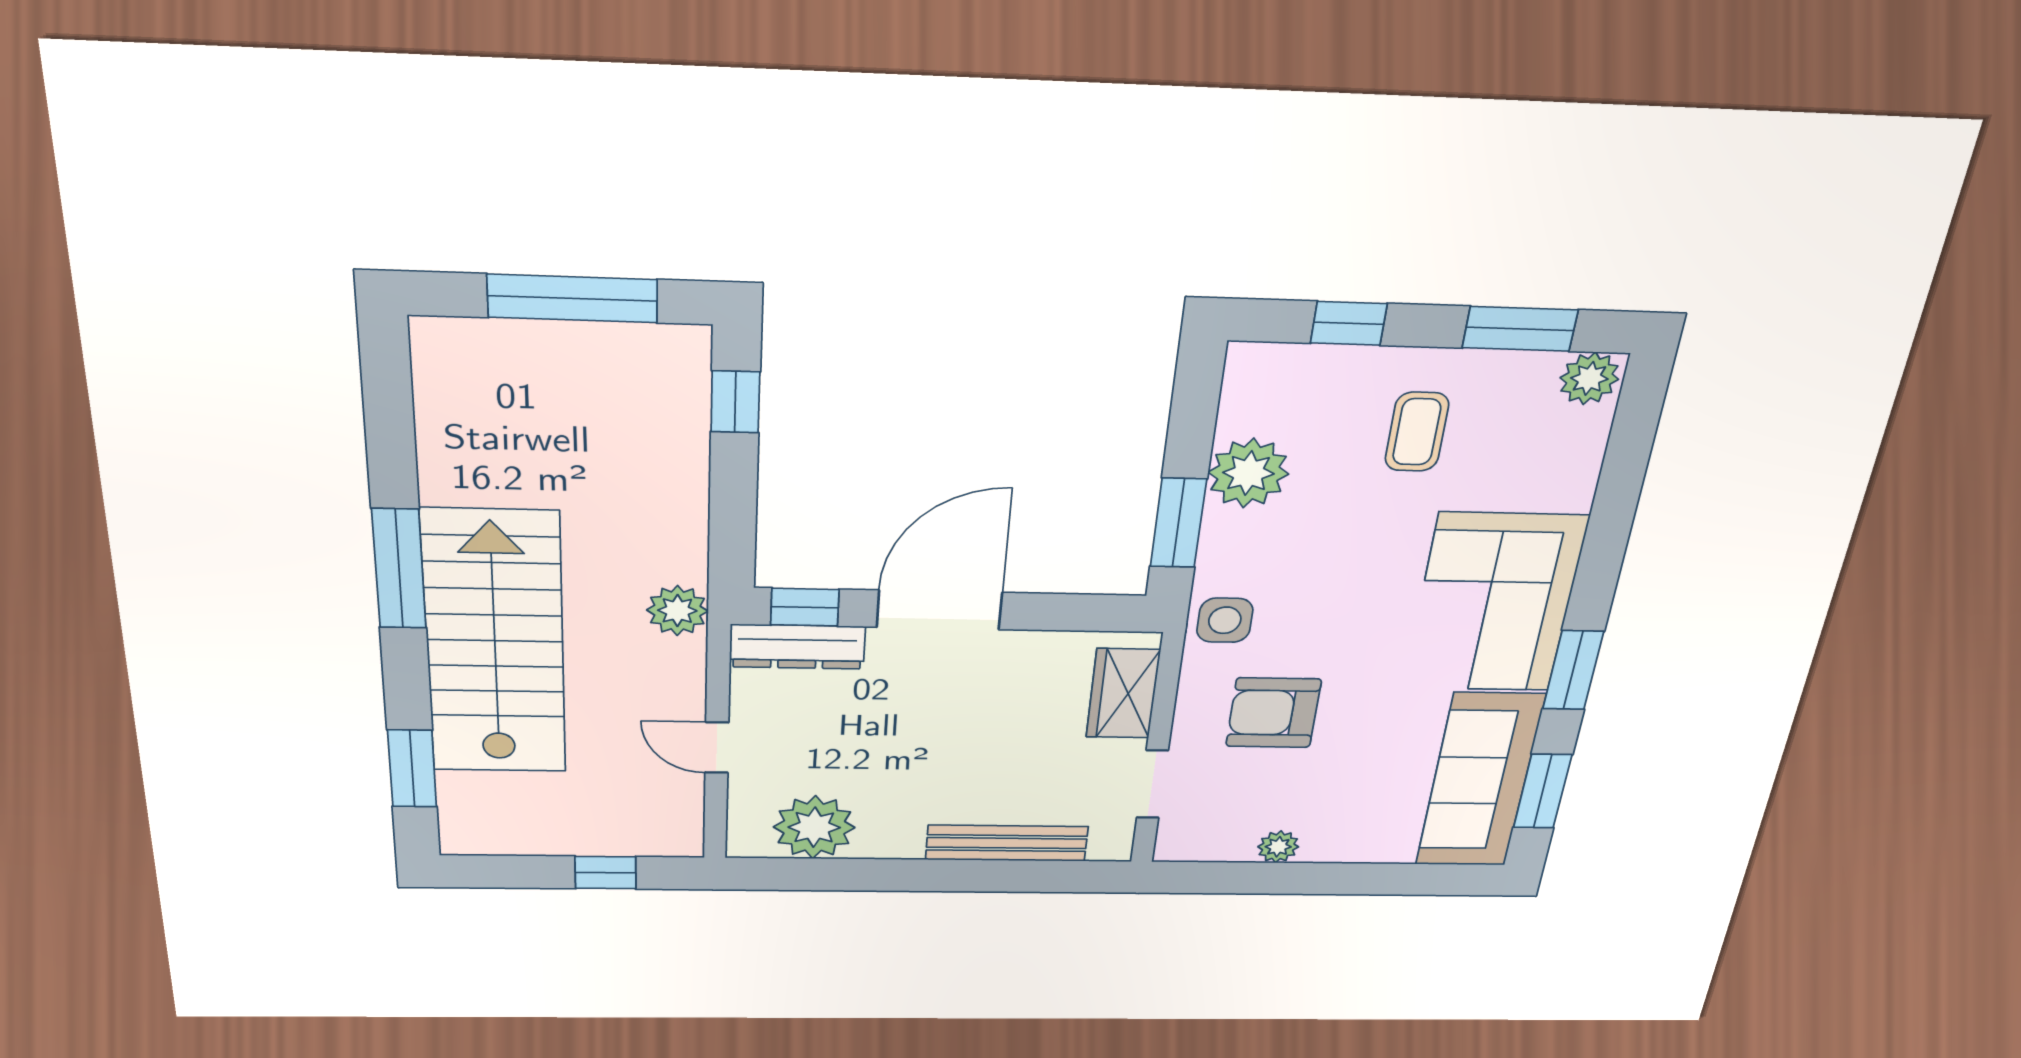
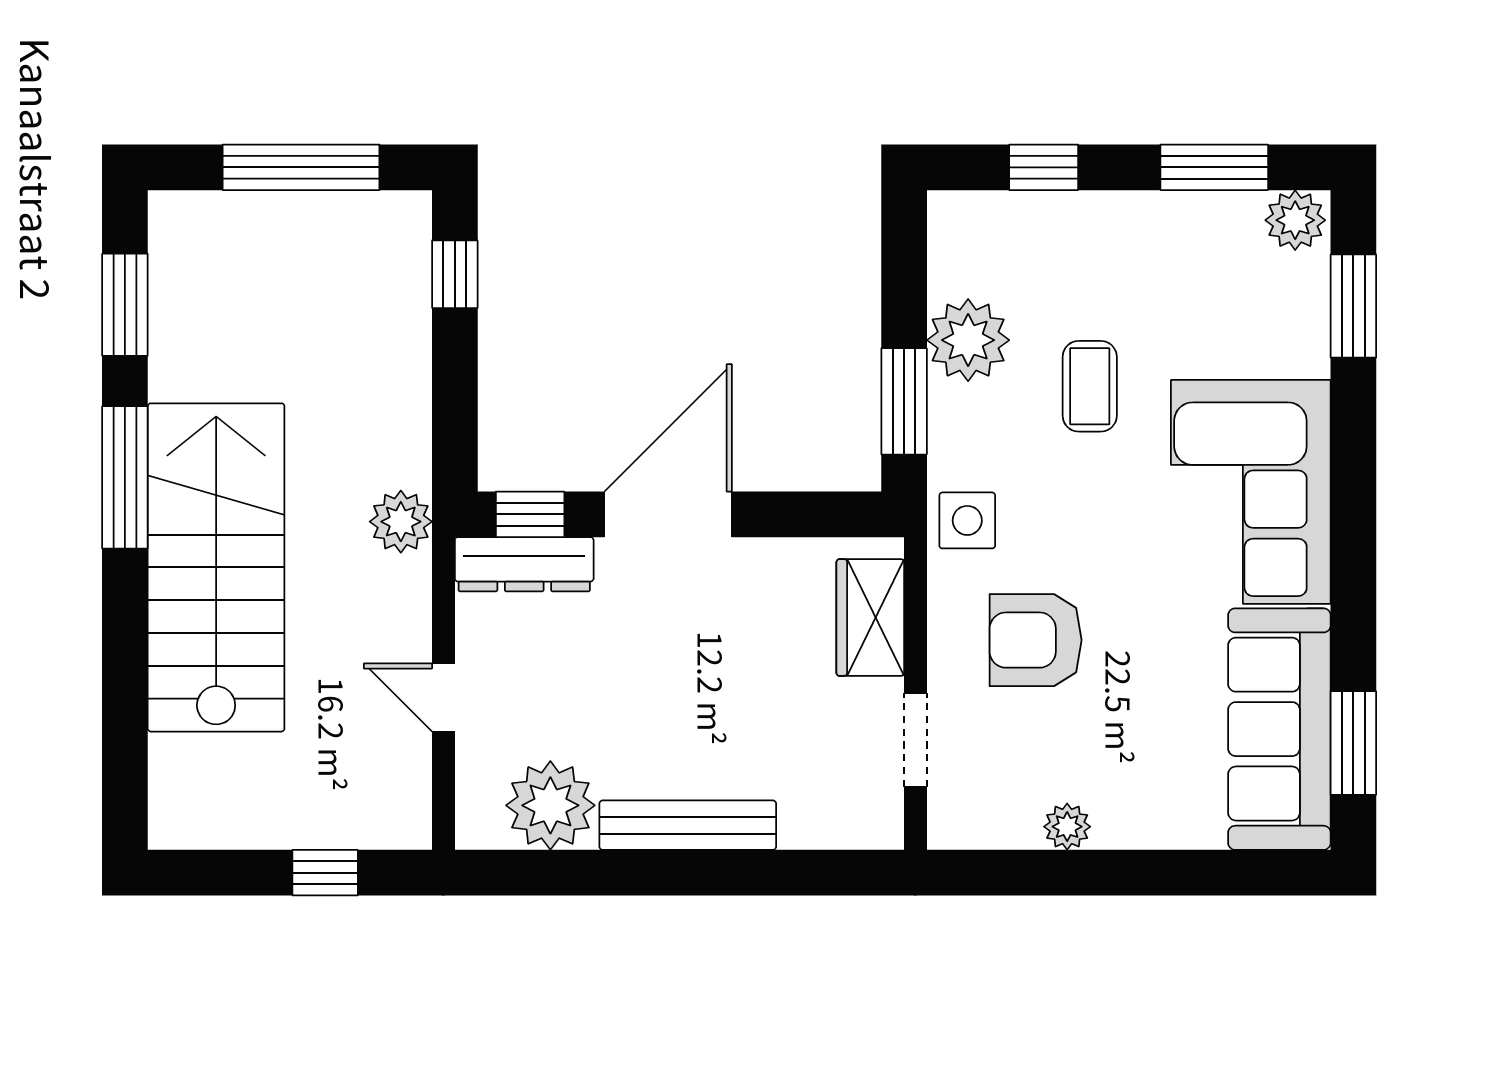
coffee table: (1417, 432) -> (1090, 386), moved
window: (1573, 670) -> (1353, 306), moved
window: (412, 769) -> (125, 305), moved
bench: (1007, 843) -> (688, 825), moved

